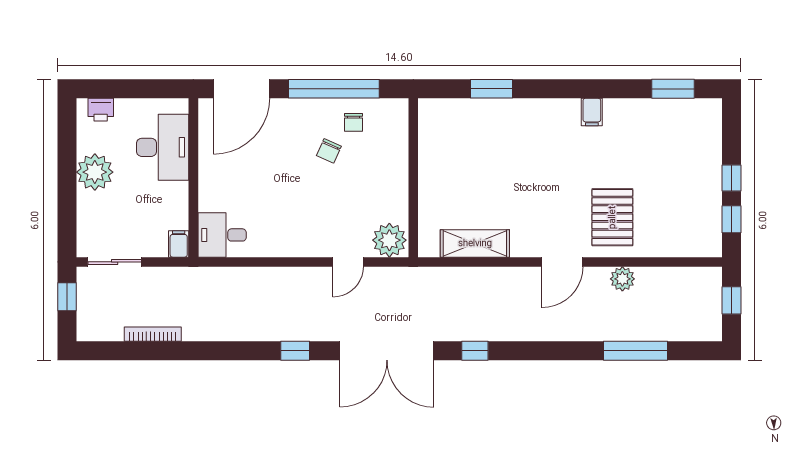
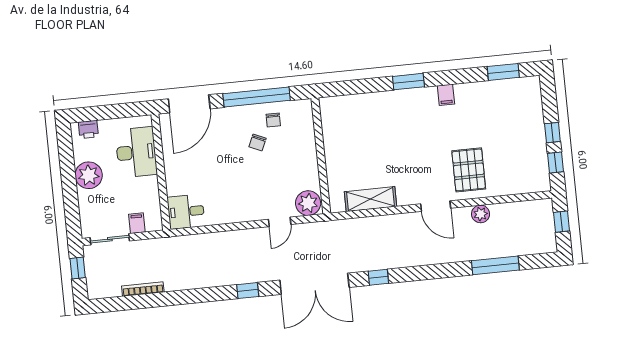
window: (492, 89) -> (408, 82), moved
filing cabinet: (179, 244) -> (137, 223), moved
door: (562, 262) -> (436, 206), hinge flipped

